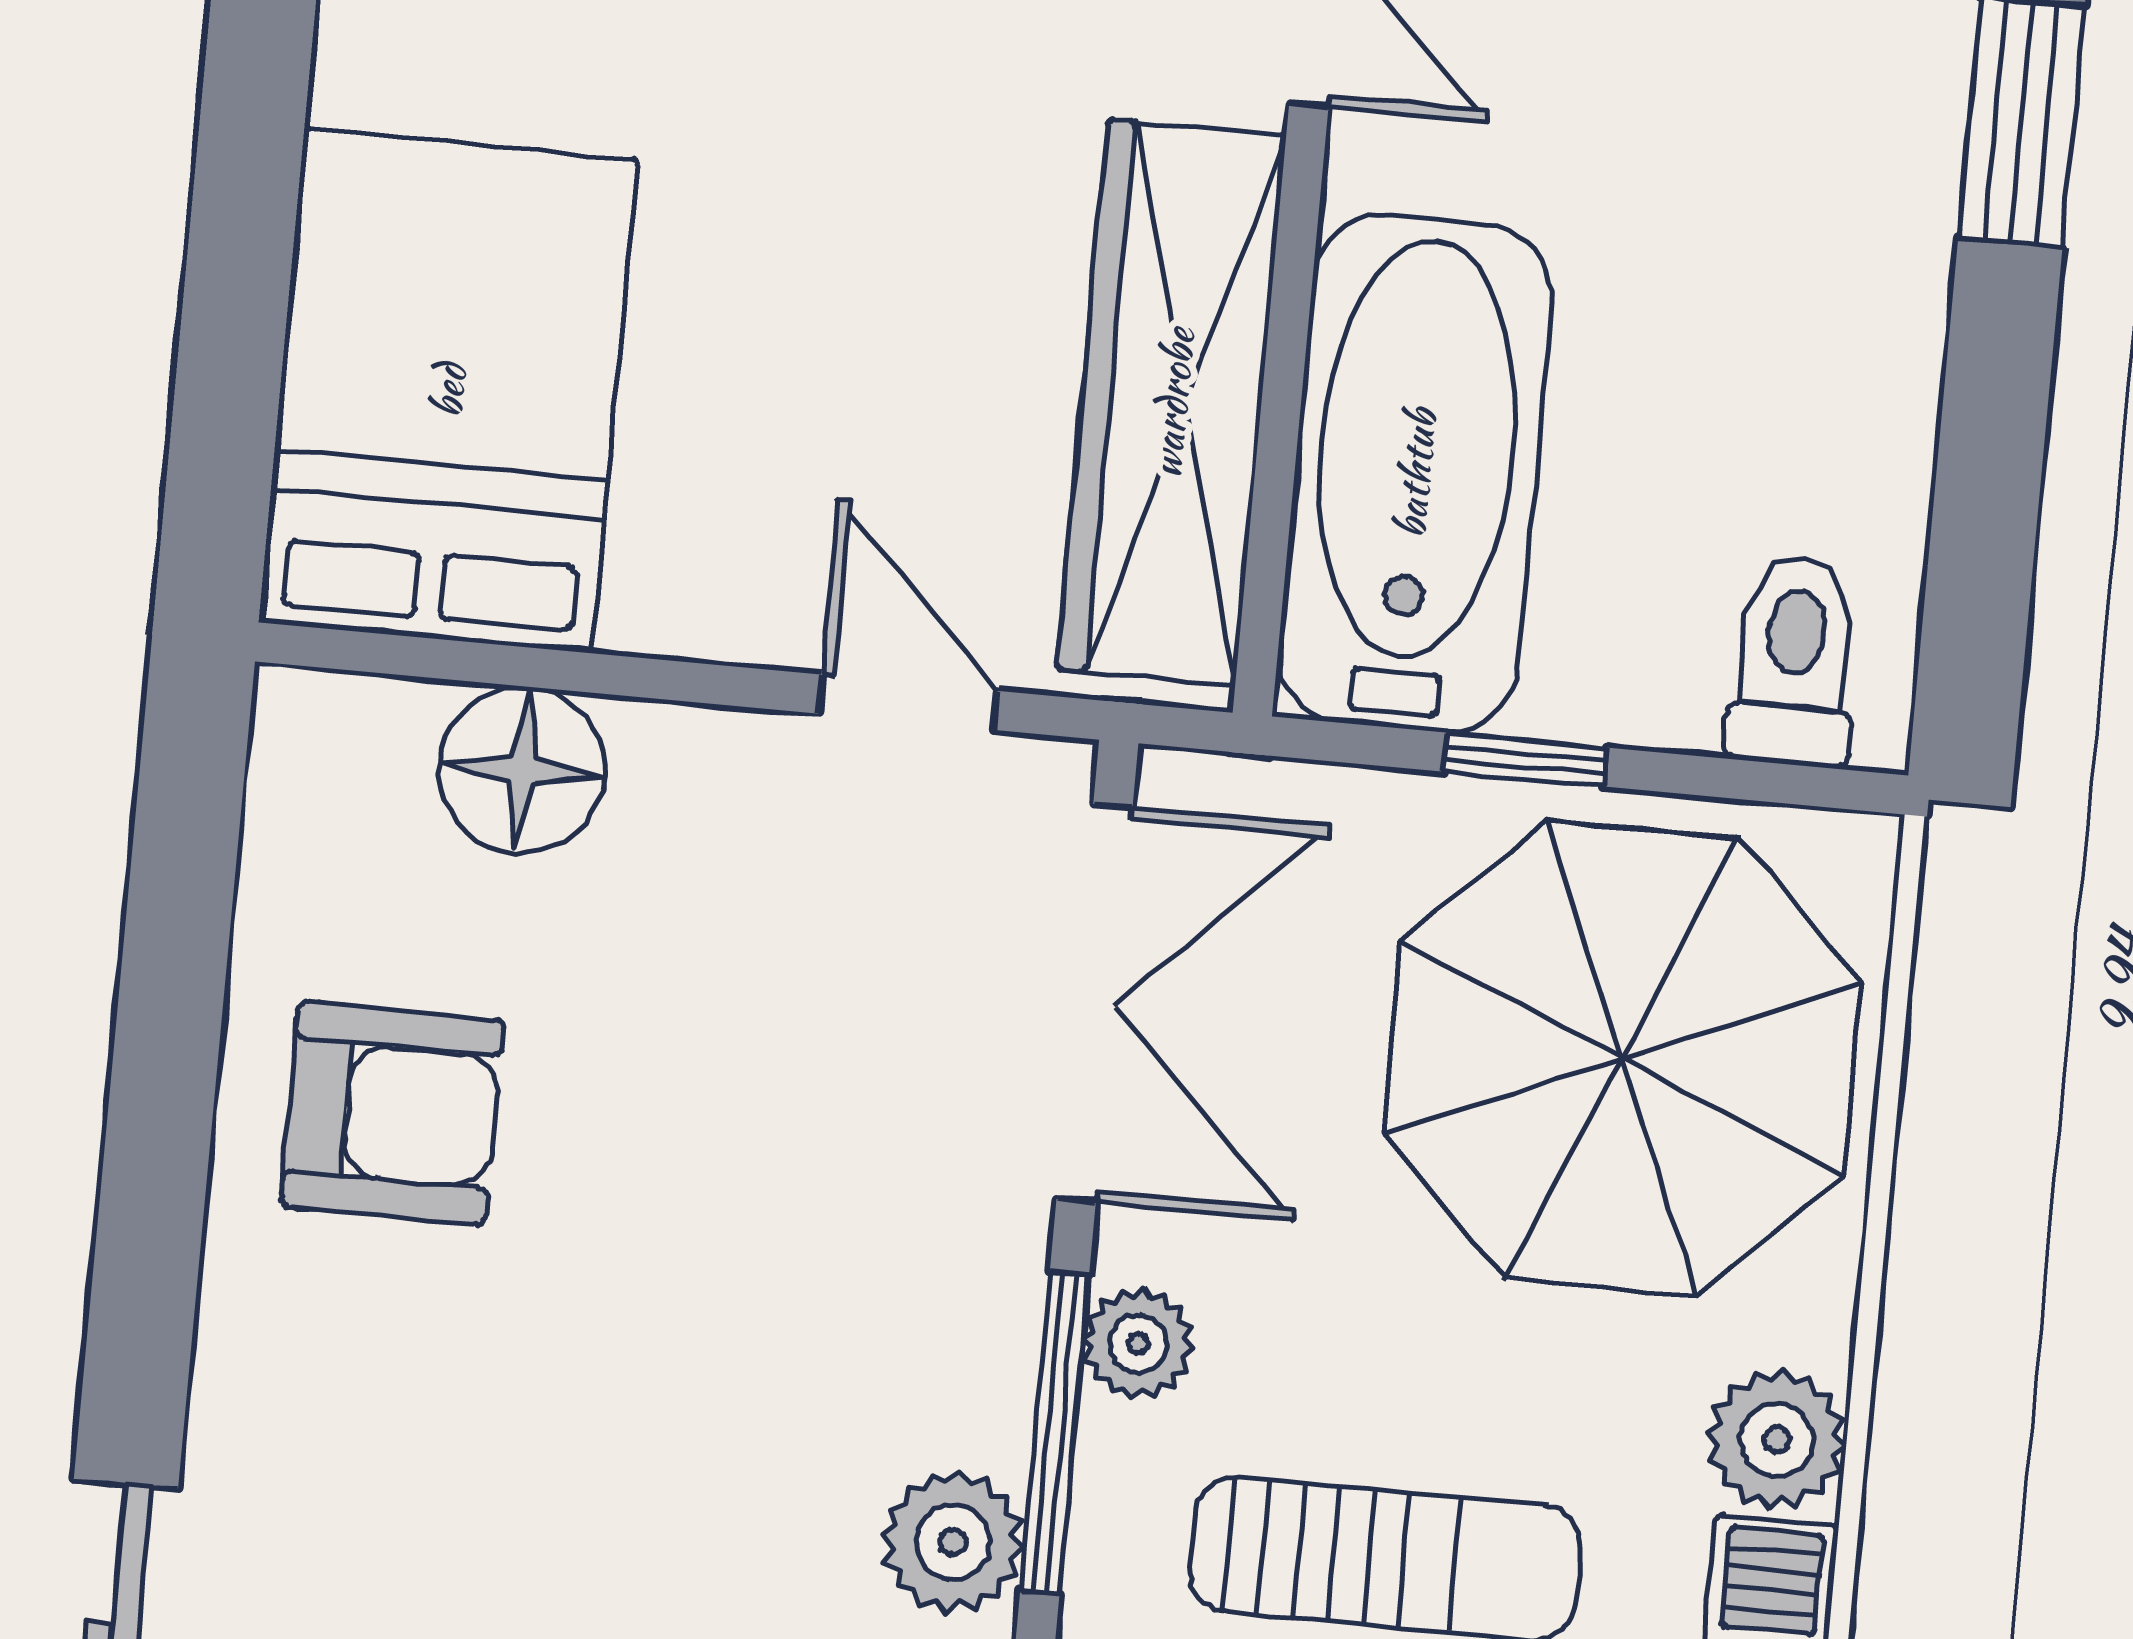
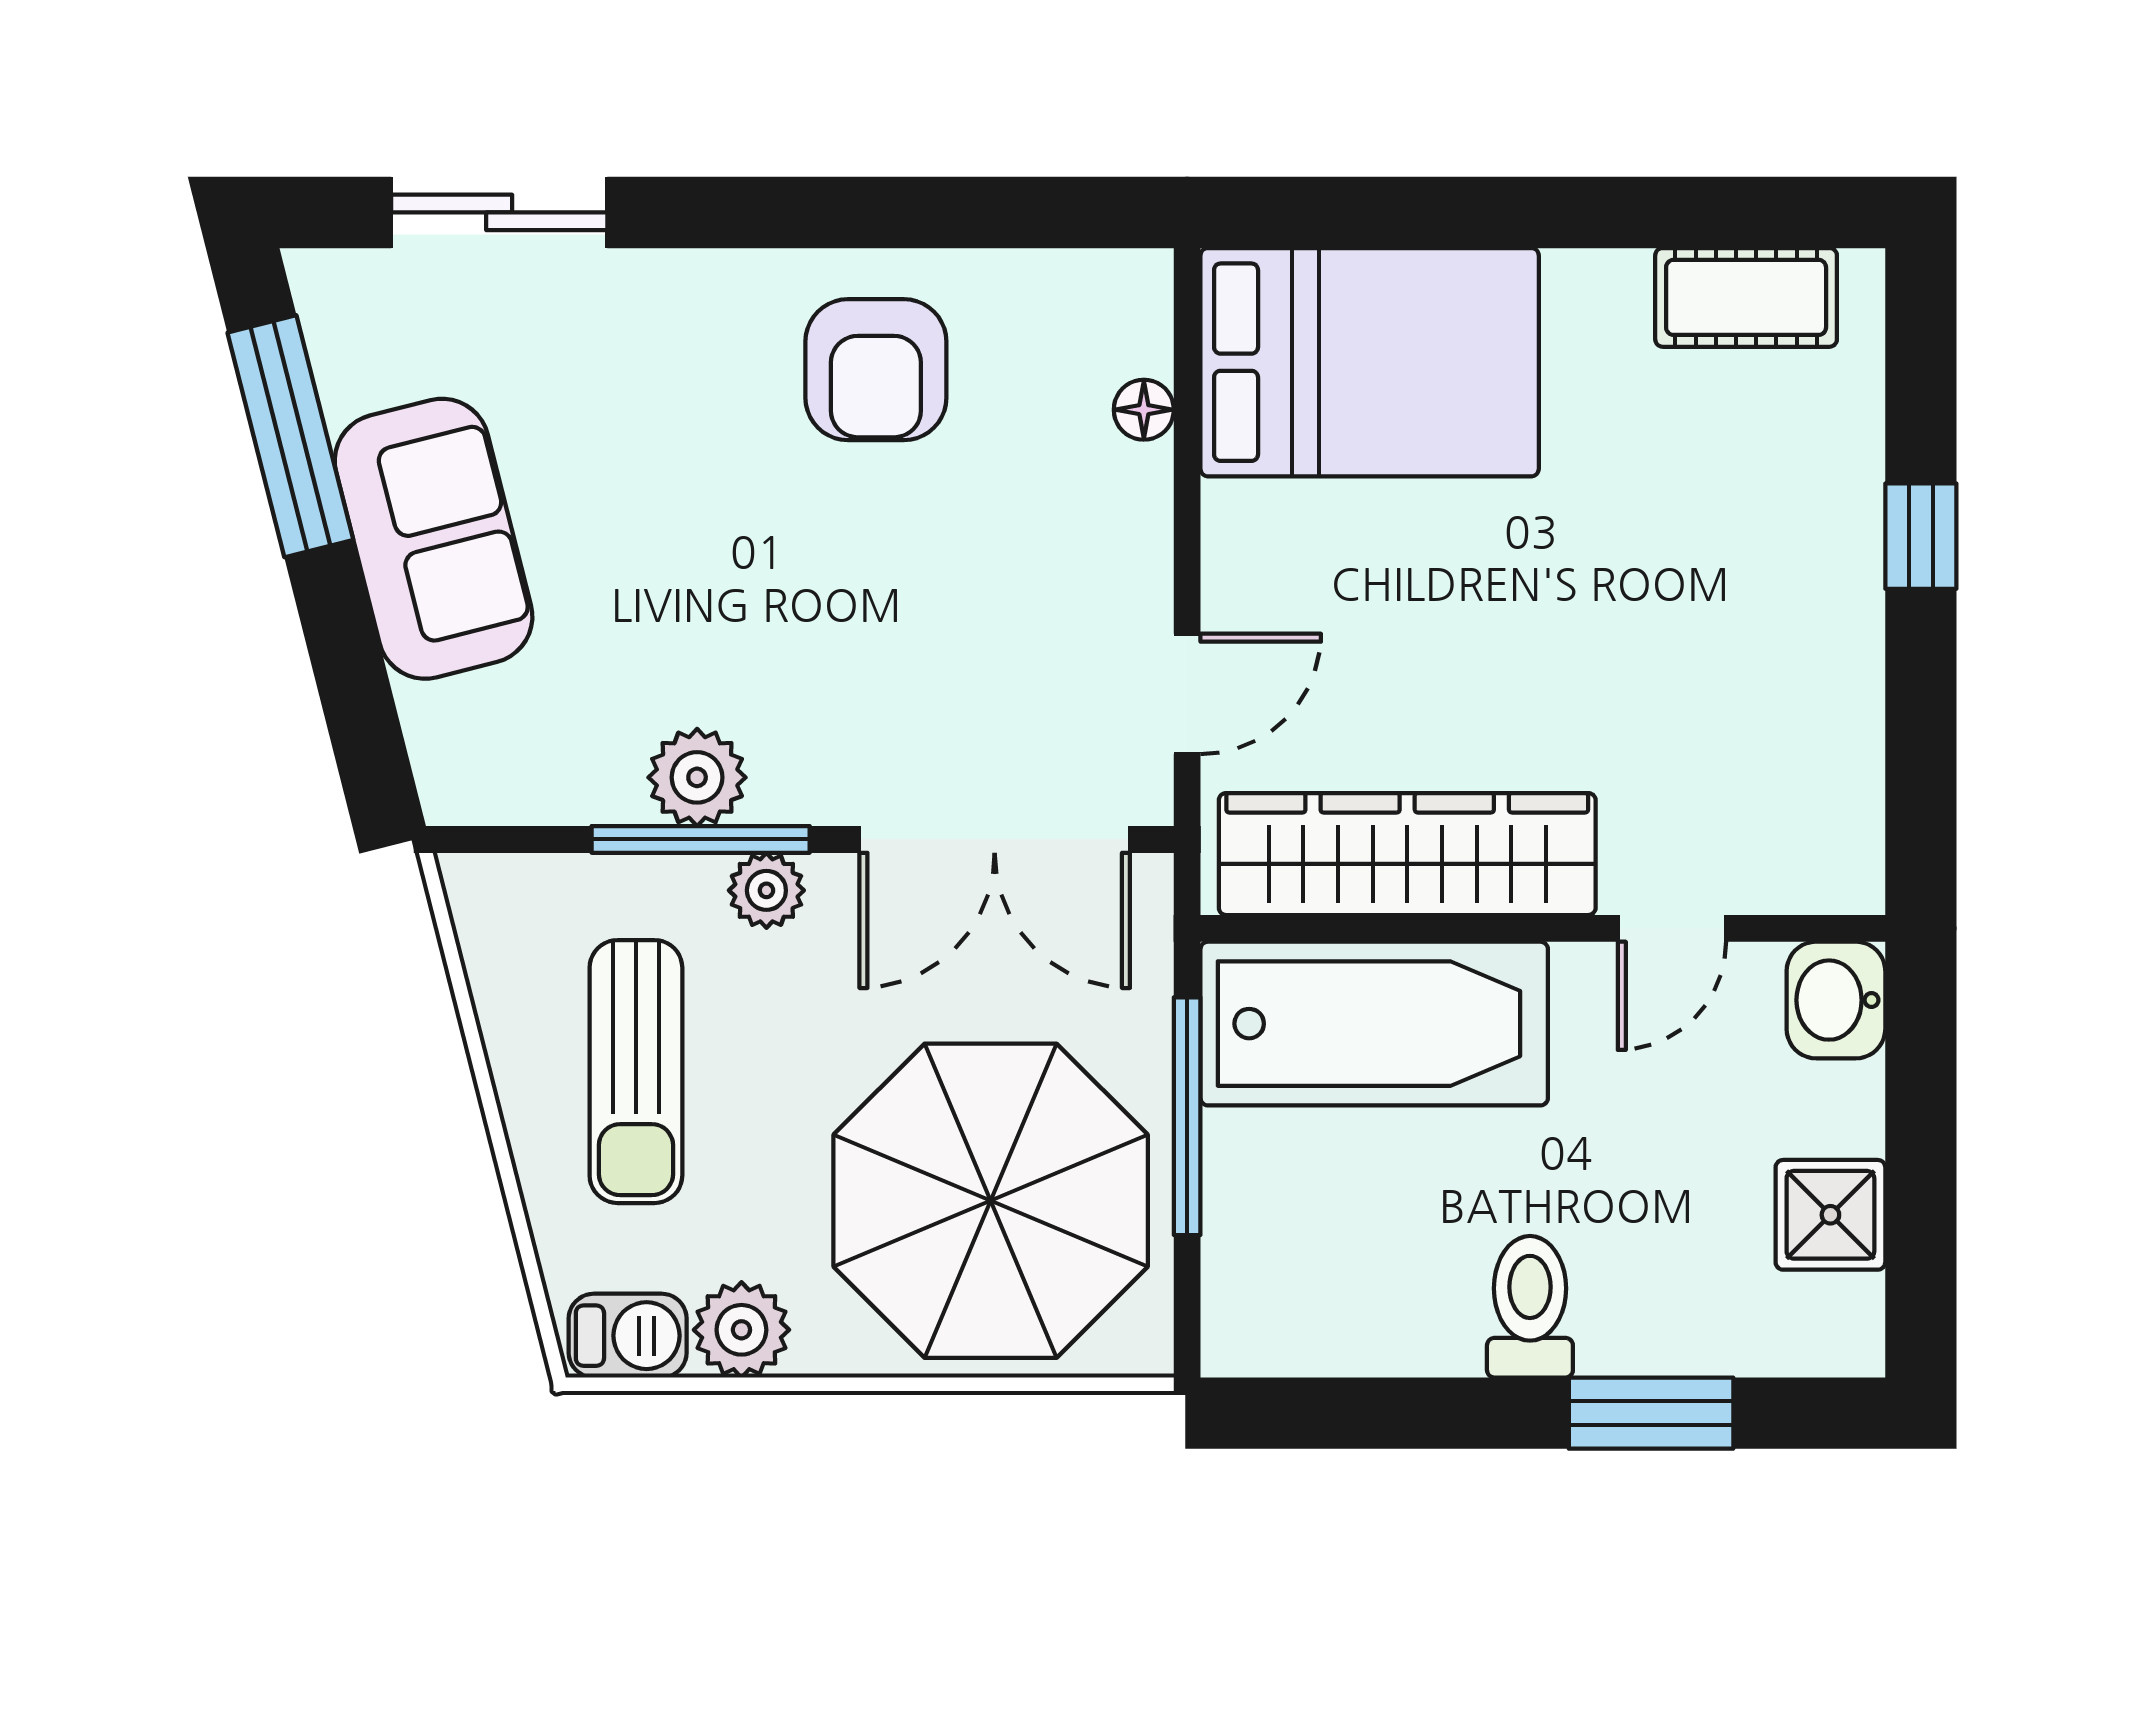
toilet: (1794, 661) -> (1530, 1307), moved, turned -90
window: (1525, 760) -> (1187, 1116), width x2.17
floor lamp: (522, 770) -> (1144, 410), width x0.53, depth x0.53
plant: (953, 1542) -> (697, 777), moved

